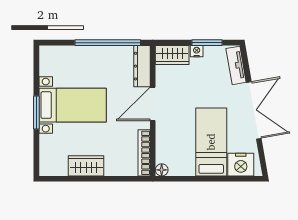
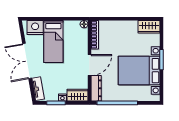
bed with nightstands: (73, 105) -> (139, 71), width x1.36
wardrobe: (86, 166) -> (149, 27), moved

